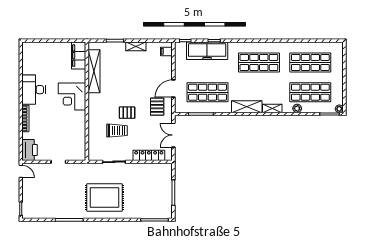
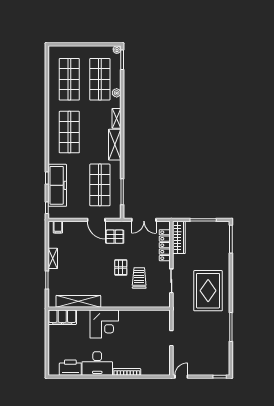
printer: (30, 150) -> (70, 368), moved
wardrobe: (156, 169) -> (179, 237), added

